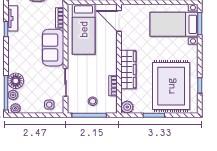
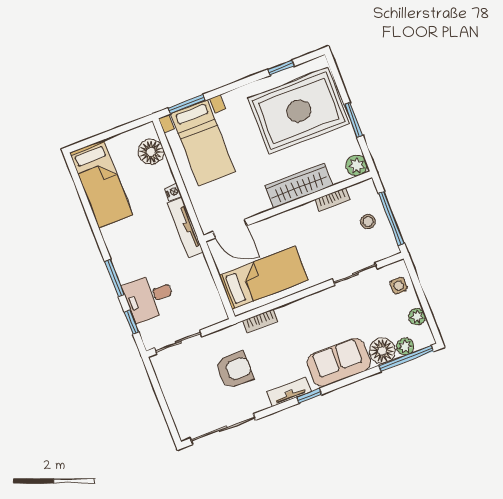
door: (119, 21) -> (230, 229), hinge flipped
sofa: (53, 48) -> (339, 362), moved, turned 180
plant: (15, 108) -> (417, 316), moved

